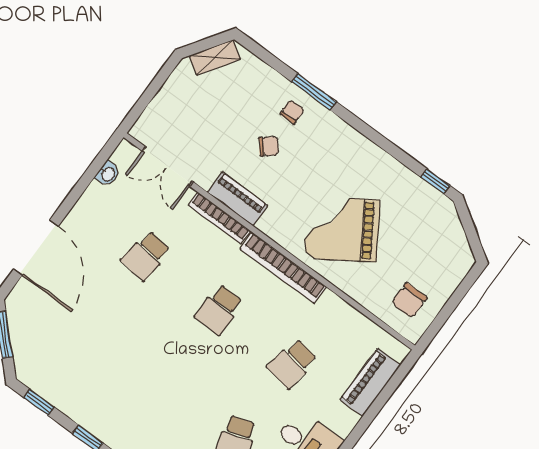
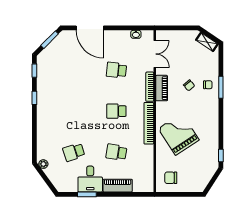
double door: (168, 166) -> (155, 54), swing flipped
door: (36, 248) -> (90, 28), hinge flipped
piano: (370, 382) -> (118, 186), moved

